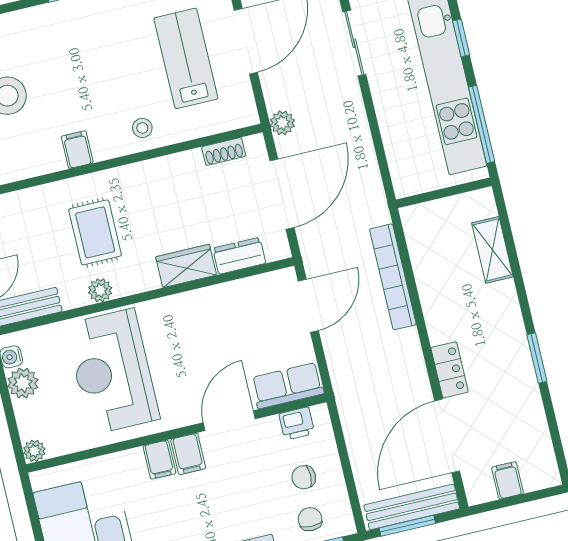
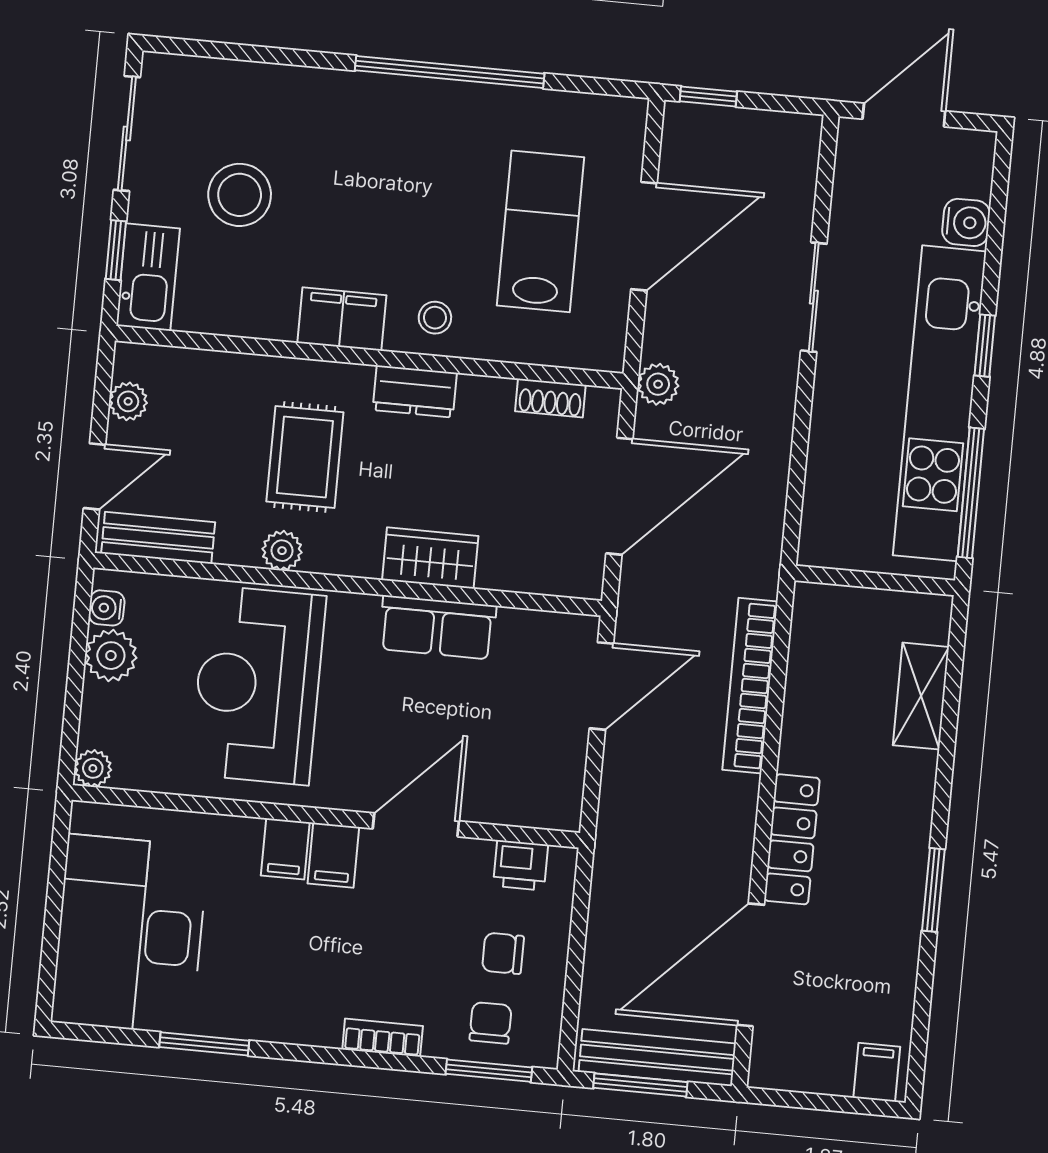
filing cabinet: (77, 150) -> (342, 319), width x2.00
dresser: (239, 256) -> (415, 391), moved, turned 180
locker: (450, 370) -> (792, 839), width x1.53
row of seats: (288, 386) -> (437, 627), moved, turned 180
filing cabinet: (508, 480) -> (877, 1072), moved

